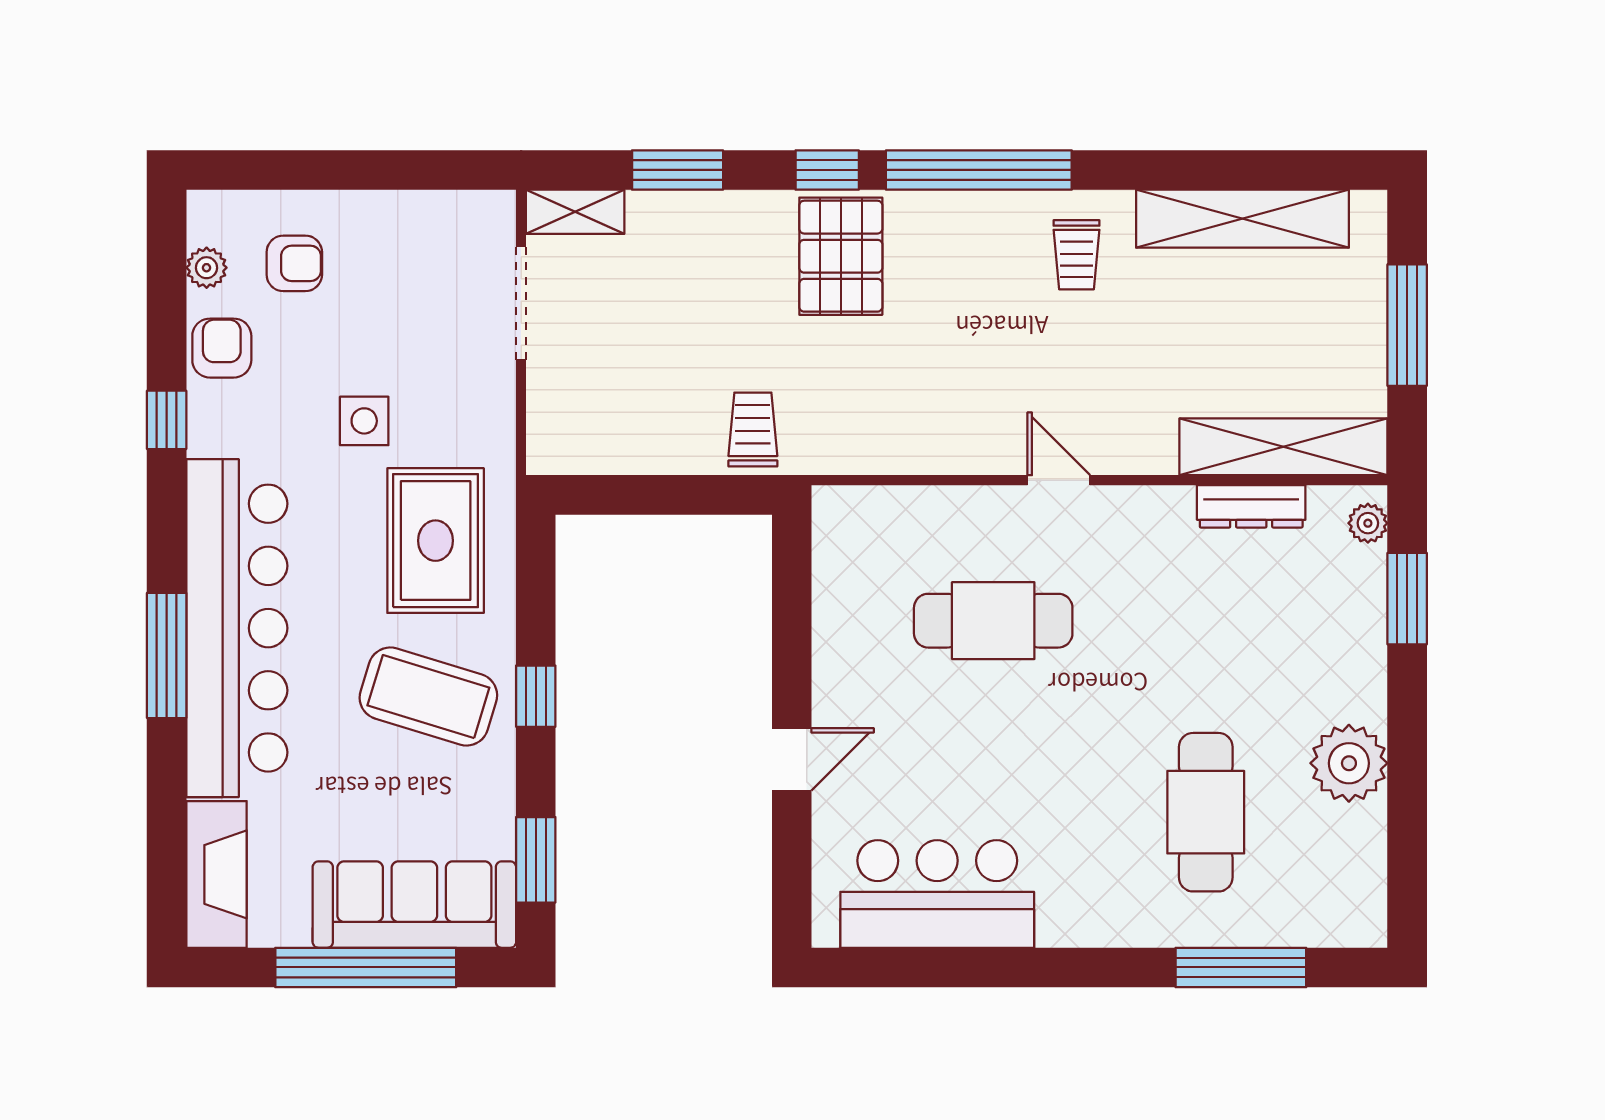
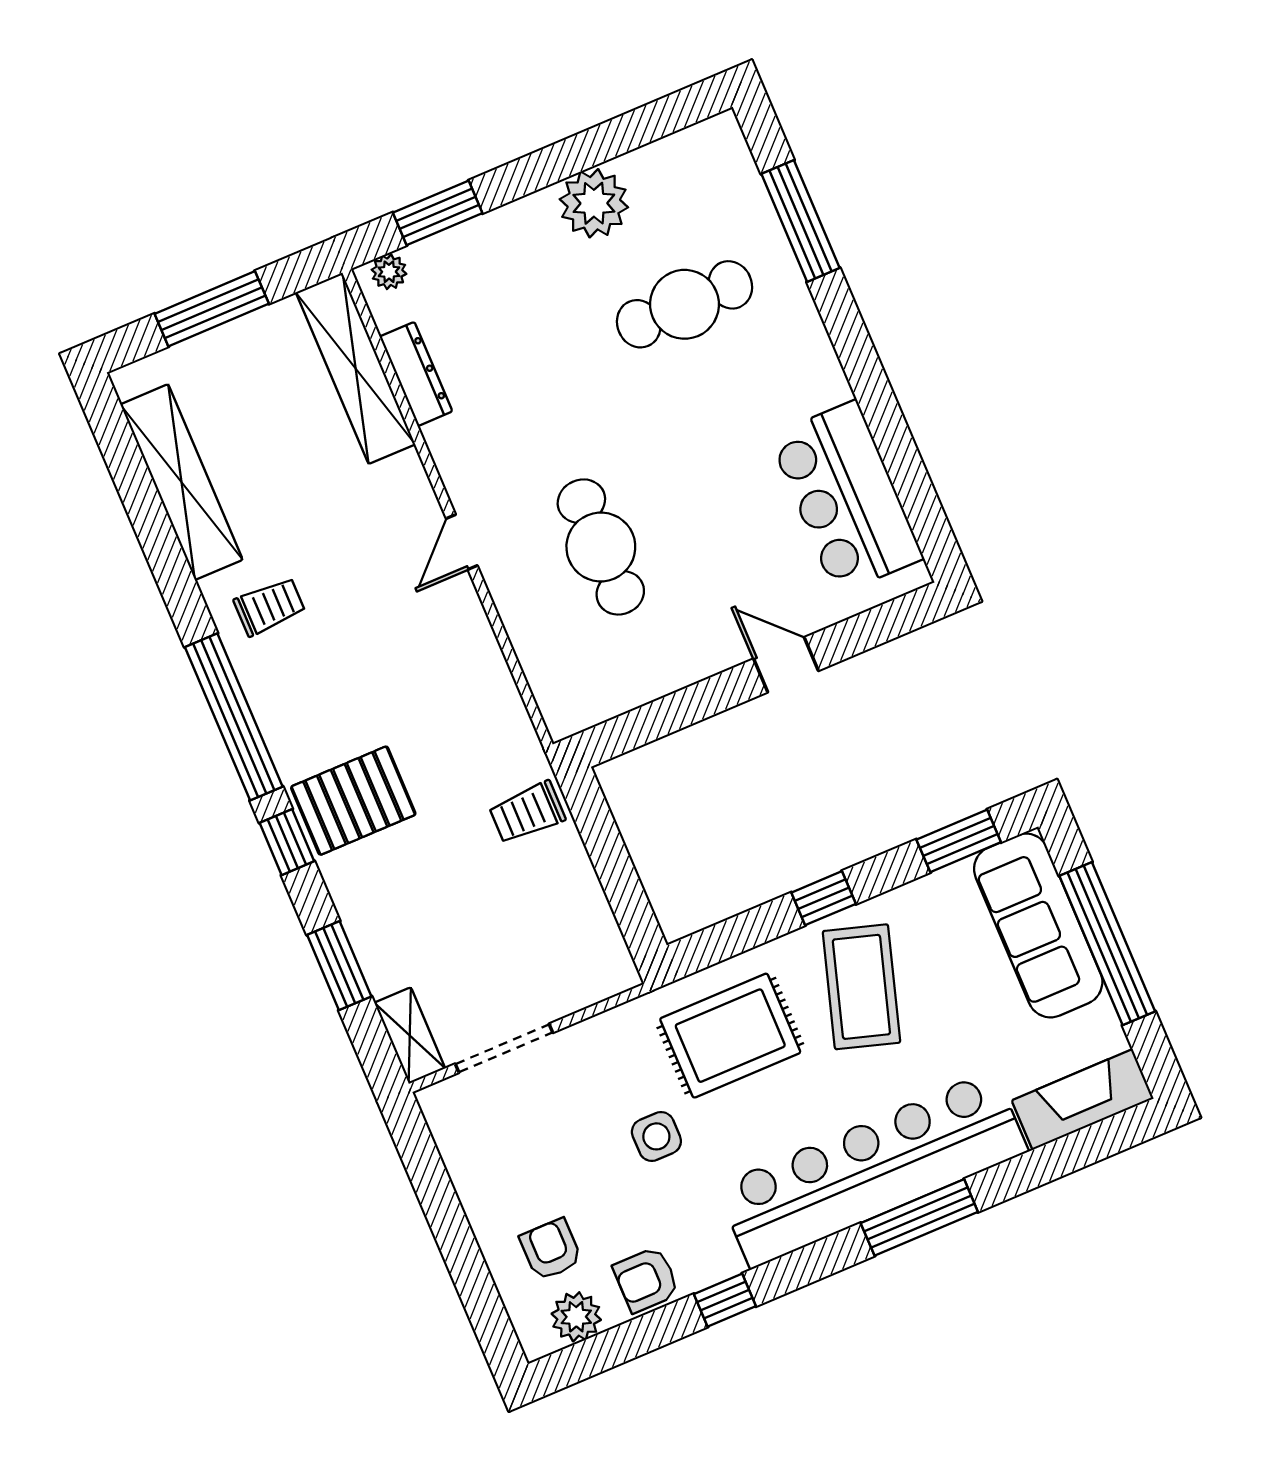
plant: (207, 268) -> (576, 1317), width x1.38, depth x1.38

